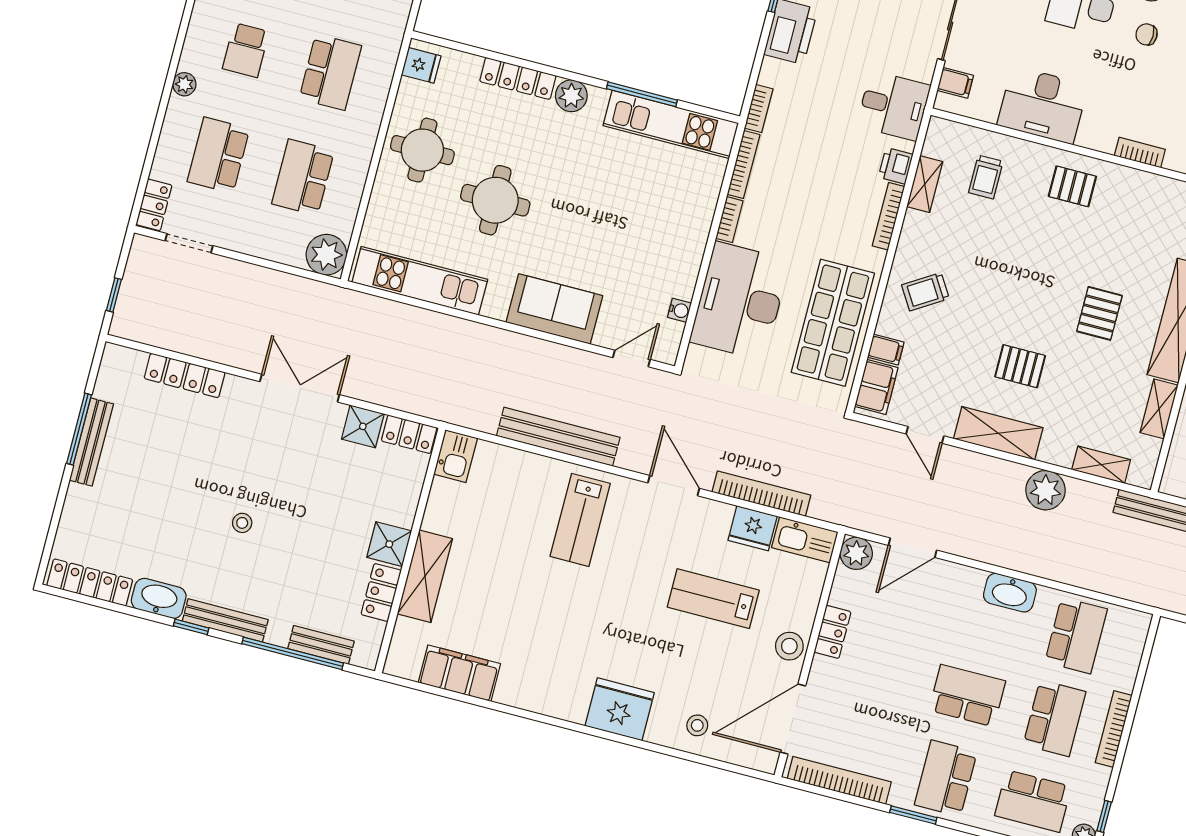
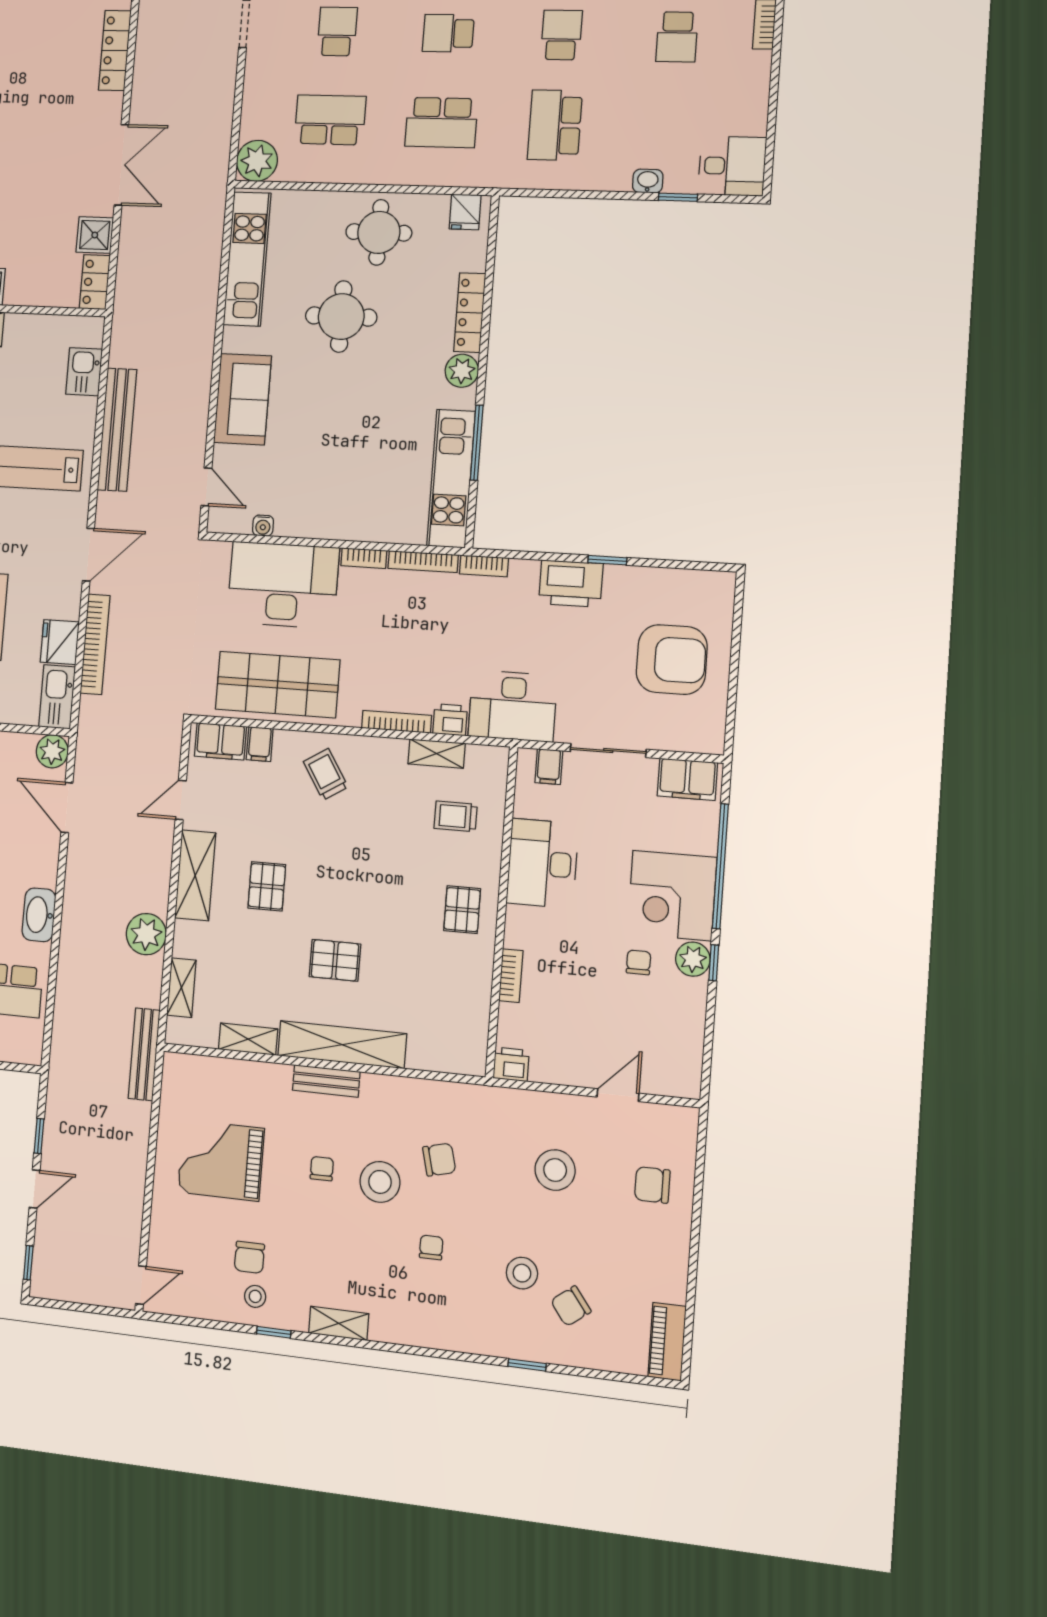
desk: (894, 106) -> (513, 706), width x1.37
school desk: (218, 155) -> (337, 31), width x0.54
kitchen sink: (456, 456) -> (84, 372), moved, turned 90

